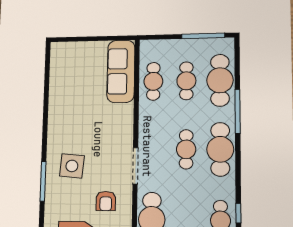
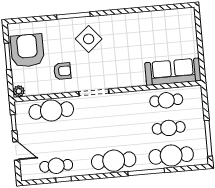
cafe table: (186, 149) -> (111, 133), removed
side table: (72, 166) -> (89, 39), turned 45
armchair: (106, 201) -> (62, 71), turned 180

